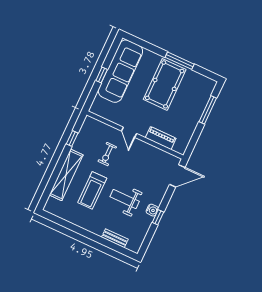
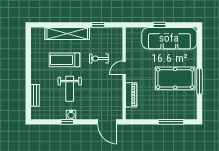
weight bench: (125, 199) -> (70, 89), turned 180

